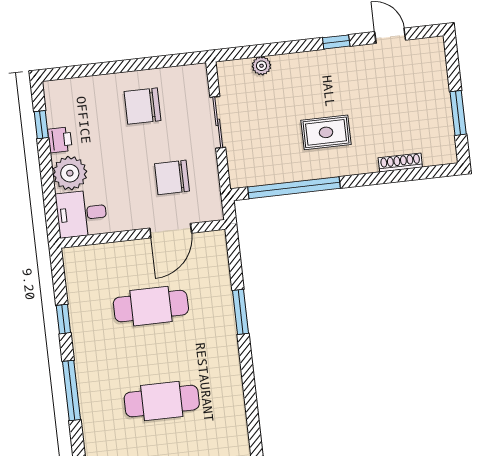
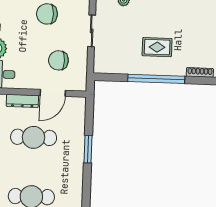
window: (294, 188) -> (156, 79), moved
dresser: (124, 251) -> (22, 101), added

